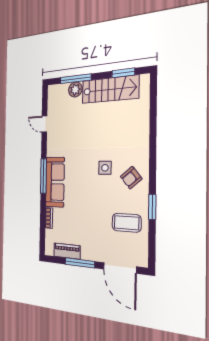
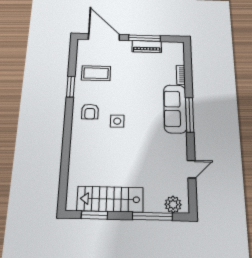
plant: (75, 90) -> (173, 204), moved
door: (44, 124) -> (192, 169), hinge flipped
armchair: (131, 178) -> (90, 112), turned 130
piano: (67, 251) -> (147, 47), moved

